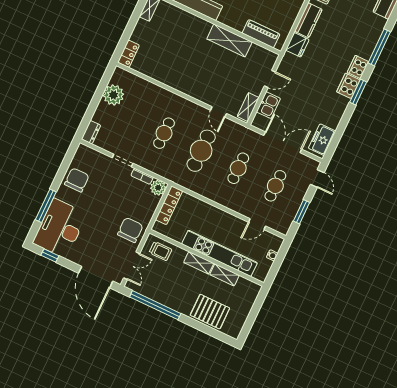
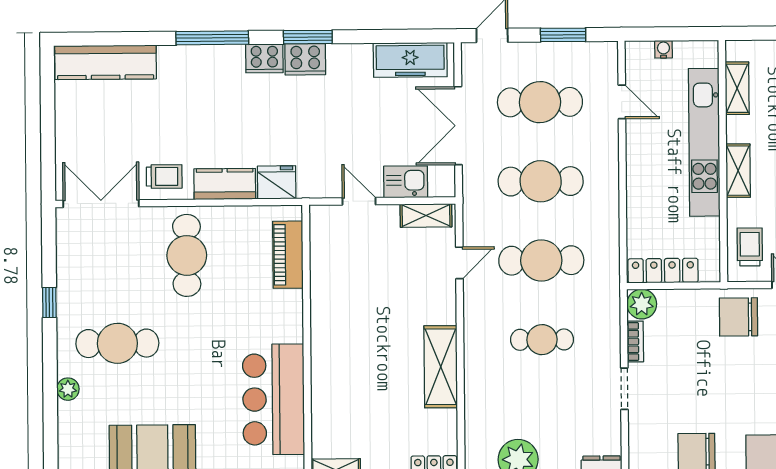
shelving: (229, 40) -> (441, 367), moved
freezer: (322, 140) -> (410, 60), width x1.40
cafe table: (238, 168) -> (541, 181), width x1.37, depth x1.35
cafe table: (275, 186) -> (540, 102), width x1.37, depth x1.35
shelving: (225, 275) -> (737, 88), moved

